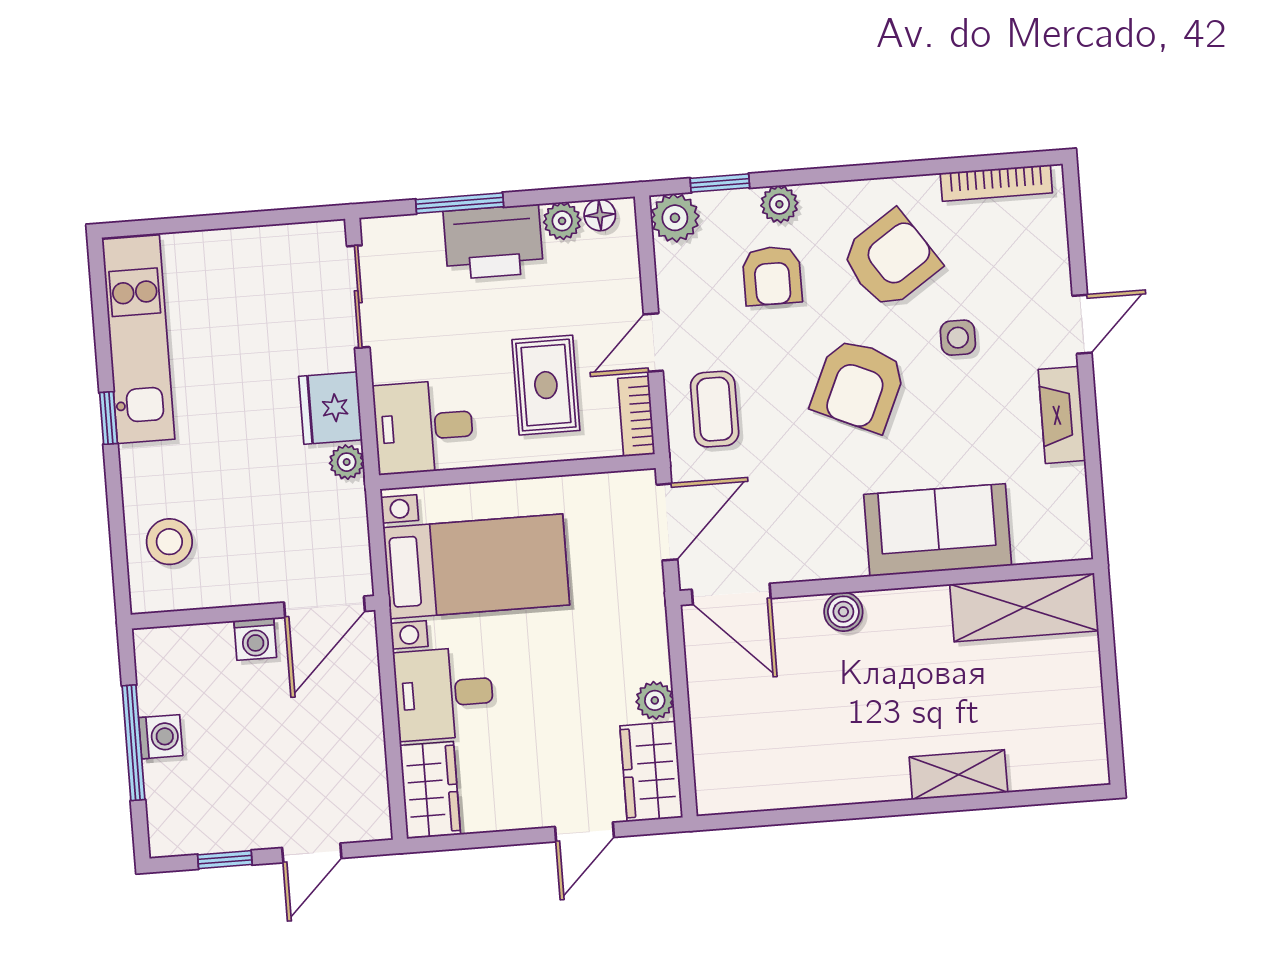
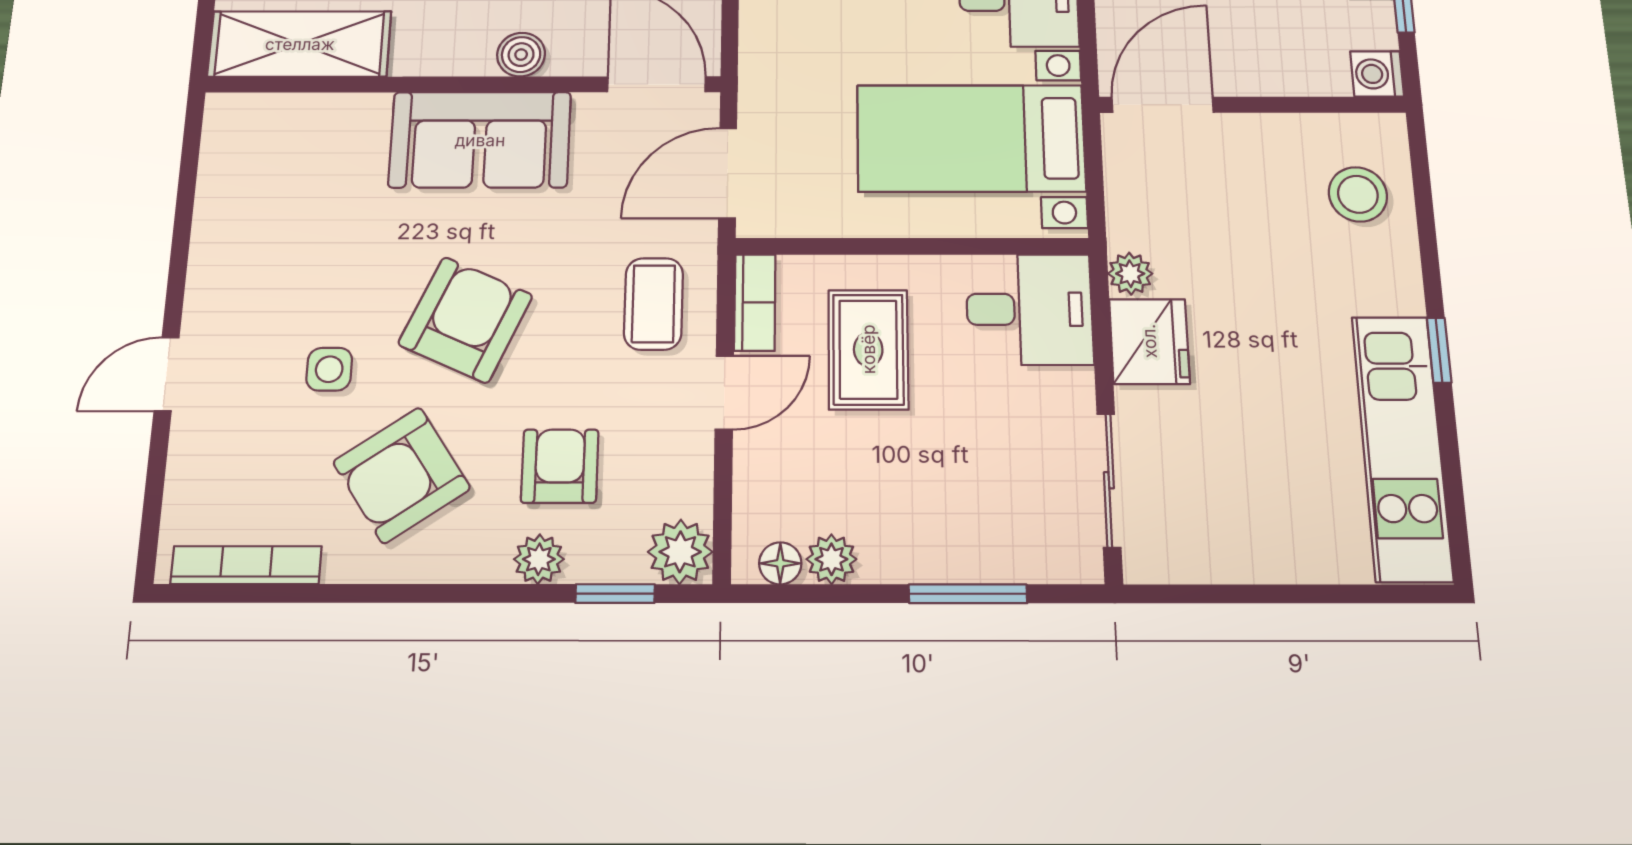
printer: (493, 242) -> (926, 538), removed
fireplace: (1062, 415) -> (213, 264), removed
sofa: (938, 530) -> (480, 140), moved
washing machine: (255, 639) -> (1377, 74), moved, turned -90

